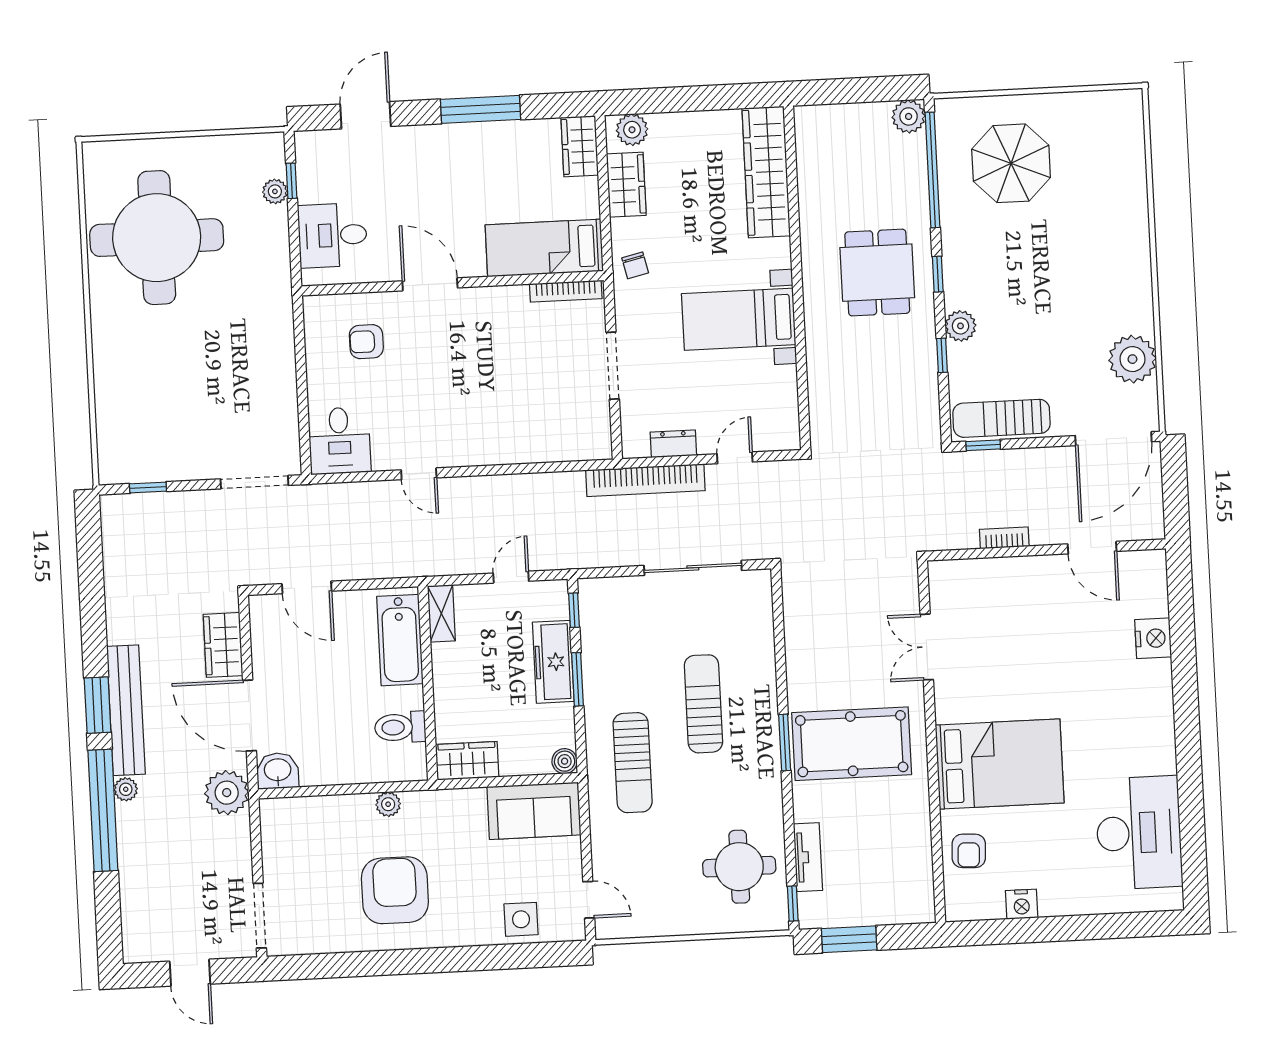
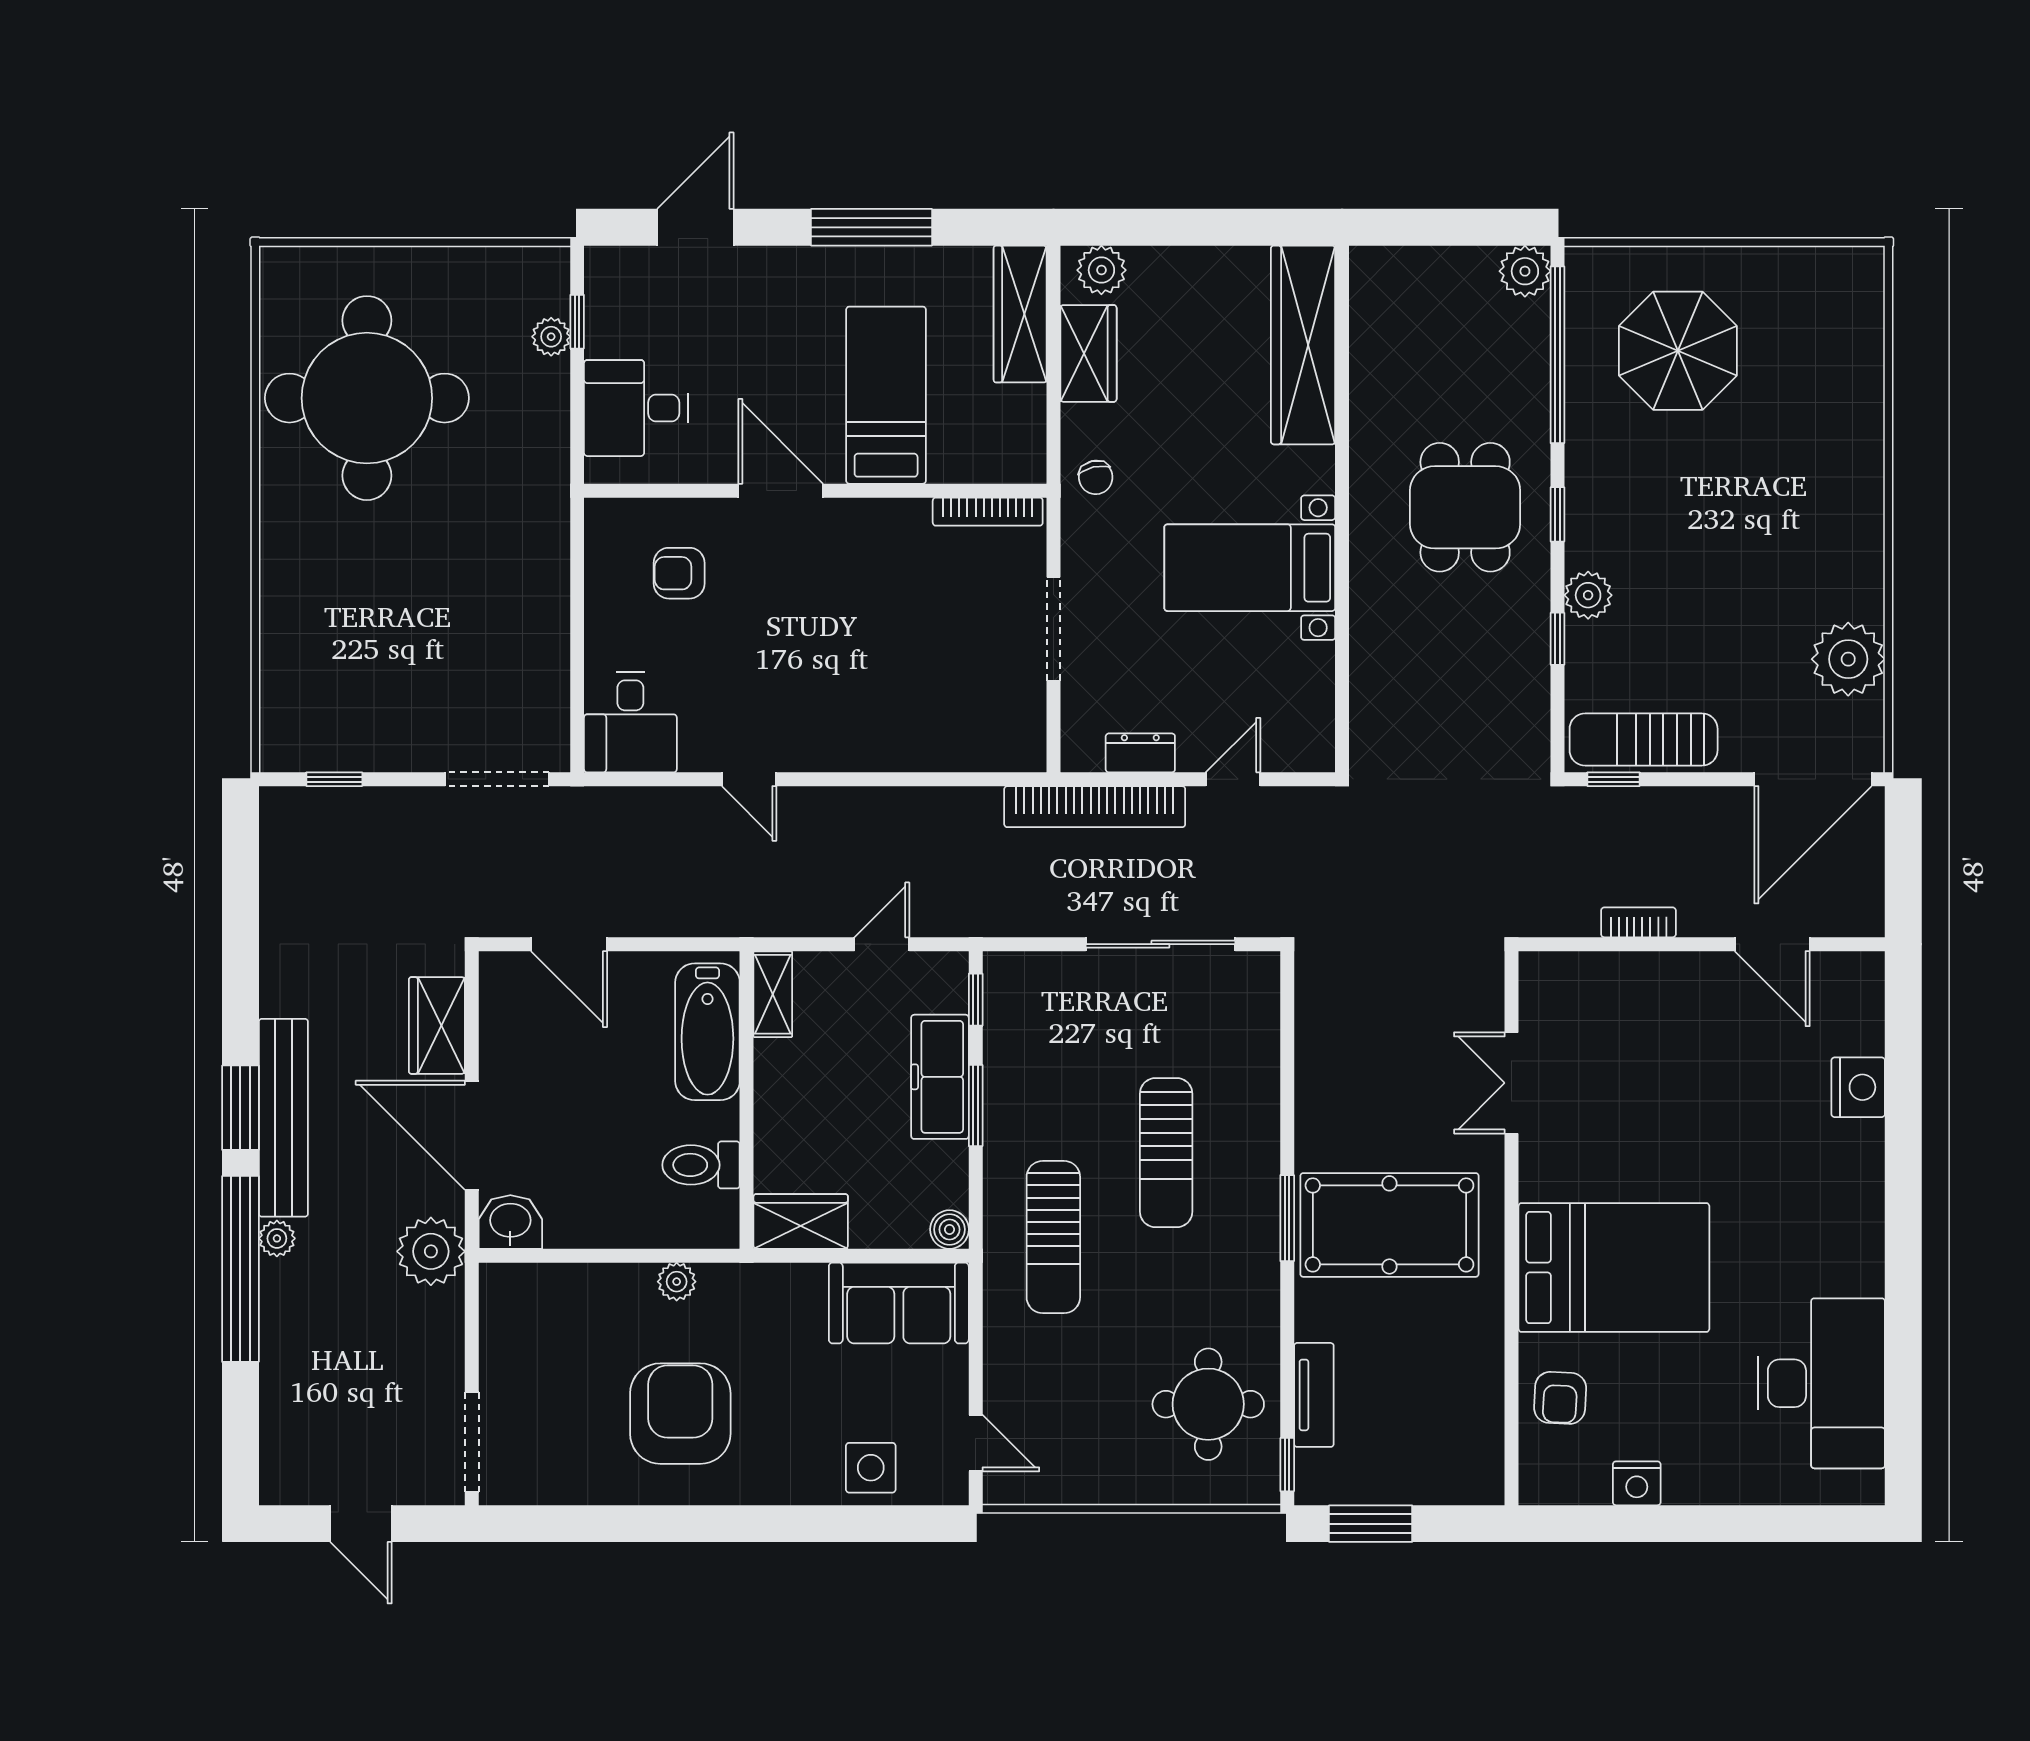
wardrobe: (580, 146) -> (1020, 314), width x1.50
bed: (544, 248) -> (886, 395), moved, turned 90
sun lounger: (703, 704) -> (1166, 1153), turned 180

